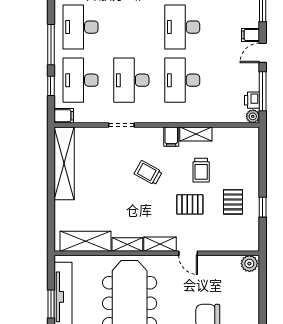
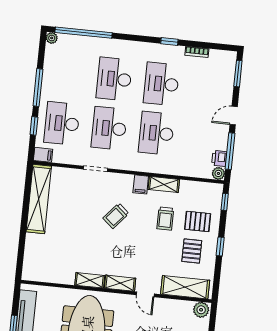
desk: (81, 27) -> (114, 79), moved
filing cabinet: (251, 35) -> (224, 98), removed
window: (263, 146) -> (225, 202), added
trolley: (148, 173) -> (116, 216), turned -78
pallet: (190, 204) -> (198, 221), moved
window: (263, 207) -> (220, 247), moved
shelving: (85, 241) -> (185, 287), moved

